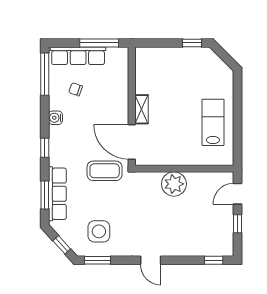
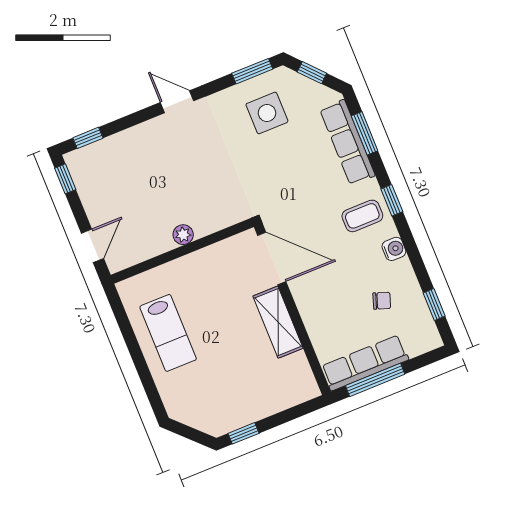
row of seats: (78, 56) -> (365, 363), moved
window: (45, 74) -> (434, 304), width x0.46
shelving: (142, 109) -> (278, 322), width x1.50, depth x1.33
coffee table: (105, 171) -> (362, 216), moved, width x0.73, depth x0.77
plant: (174, 184) -> (183, 235), width x0.53, depth x0.53
window: (237, 224) -> (65, 179), moved

